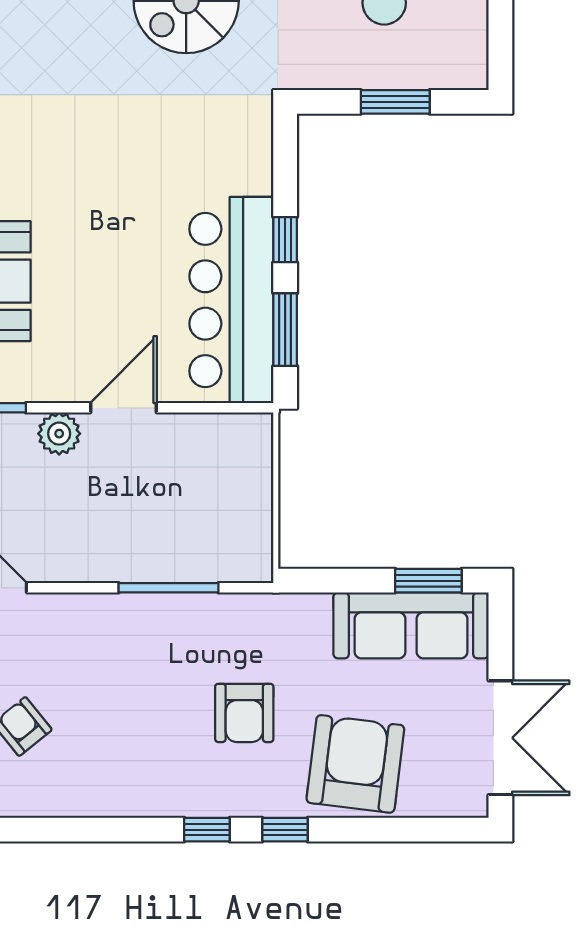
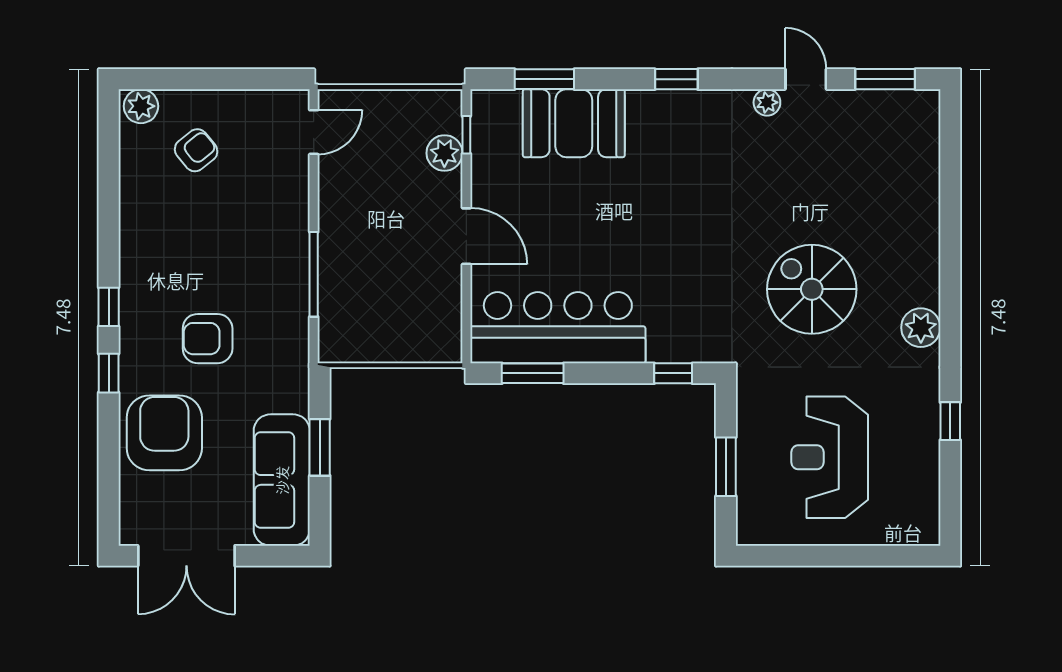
window: (285, 240) -> (673, 373), moved
plant: (59, 434) -> (444, 153), moved
window: (428, 581) -> (320, 447), moved
armchair: (355, 764) -> (164, 433), turned -97

